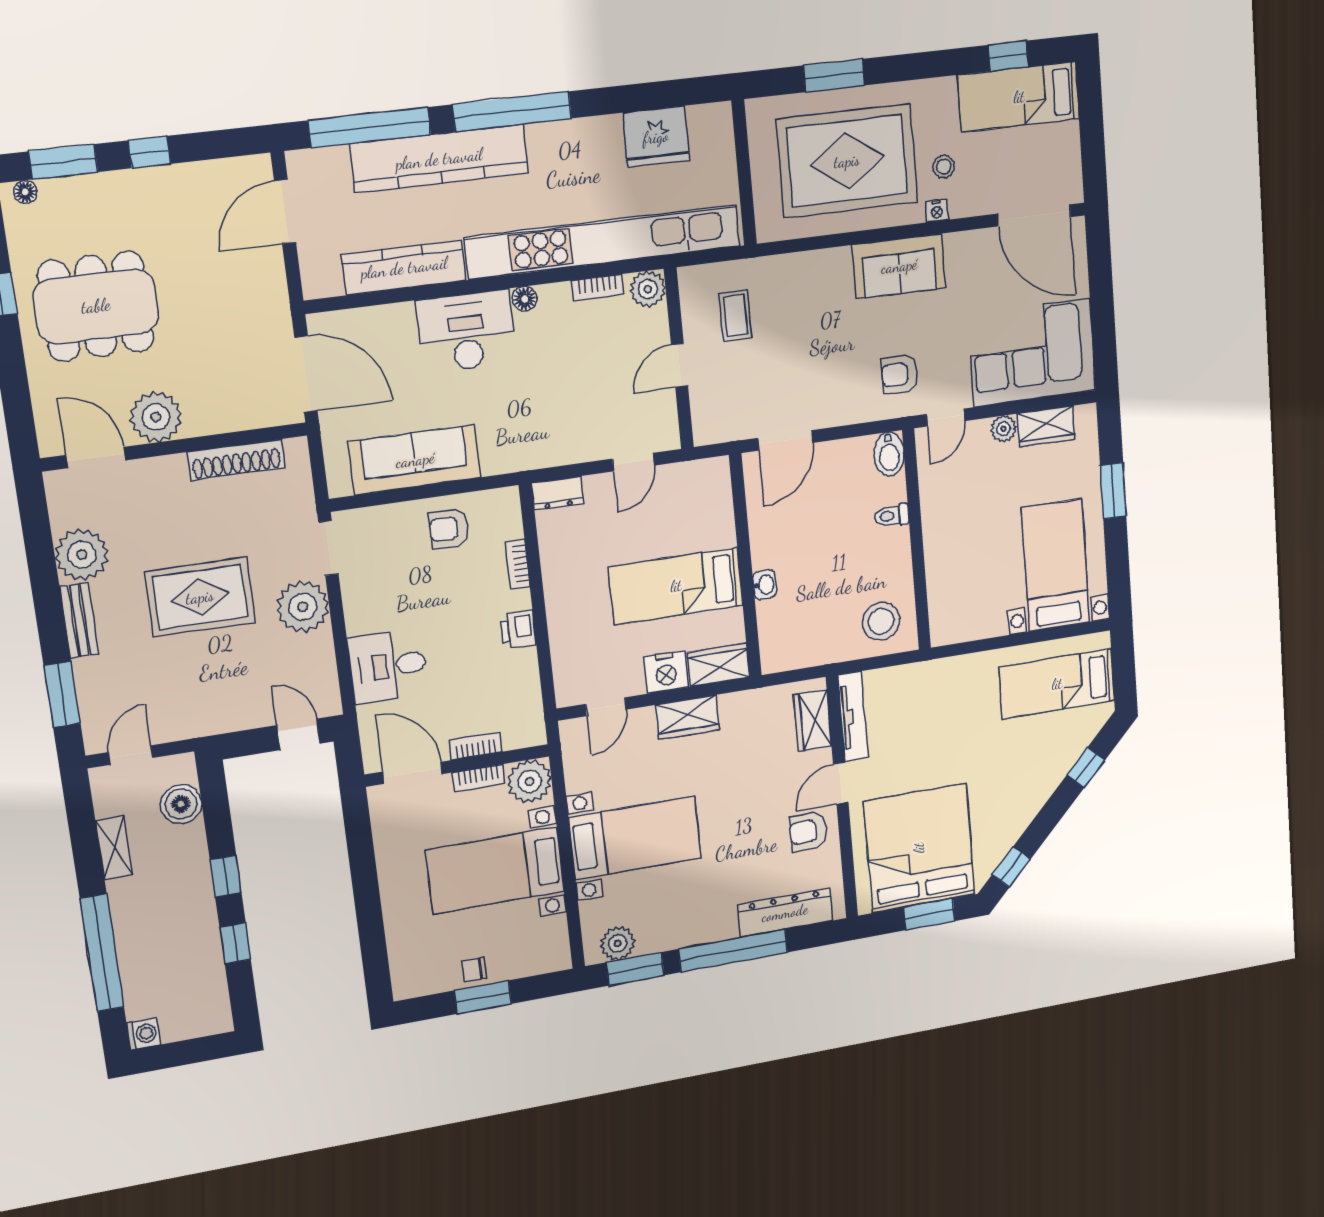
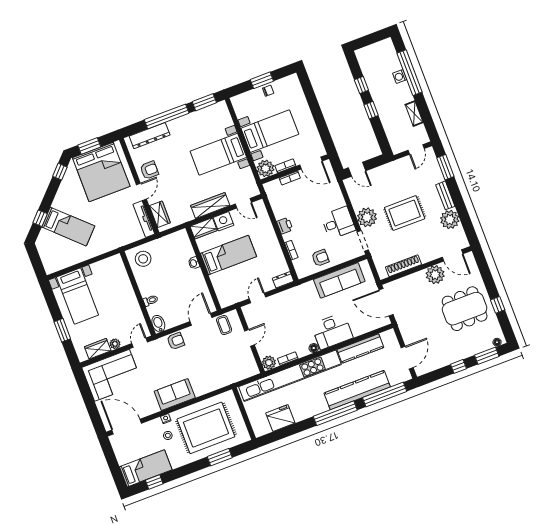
coffee table: (736, 315) -> (224, 325), moved
armchair: (900, 374) -> (176, 341), moved
desk: (388, 666) -> (338, 223), moved
bed: (1057, 684) -> (68, 227), moved, turned 44
door: (606, 707) -> (243, 203), swing flipped
wardrobe: (688, 717) -> (210, 206), width x1.50
boiler: (181, 804) -> (394, 135), removed
plant: (618, 944) -> (214, 111), removed
washing machine: (143, 1034) -> (400, 76), moved

